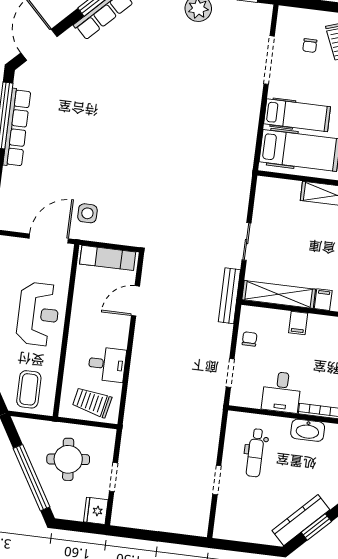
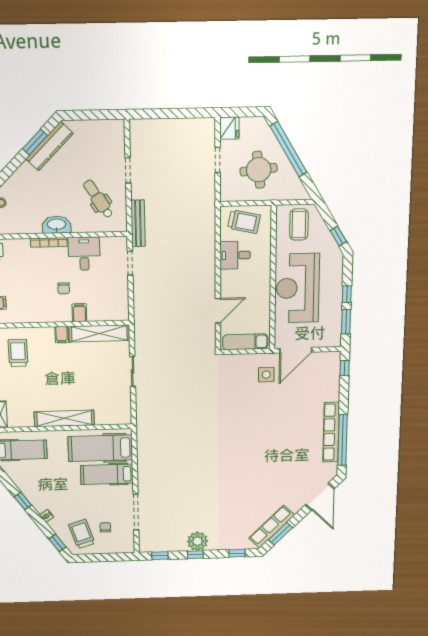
bench: (229, 296) -> (138, 223), moved
reception desk: (38, 314) -> (298, 288), width x1.36, depth x1.30
chair: (250, 339) -> (64, 288), moved
dental chair: (255, 453) -> (98, 199), turned -32

